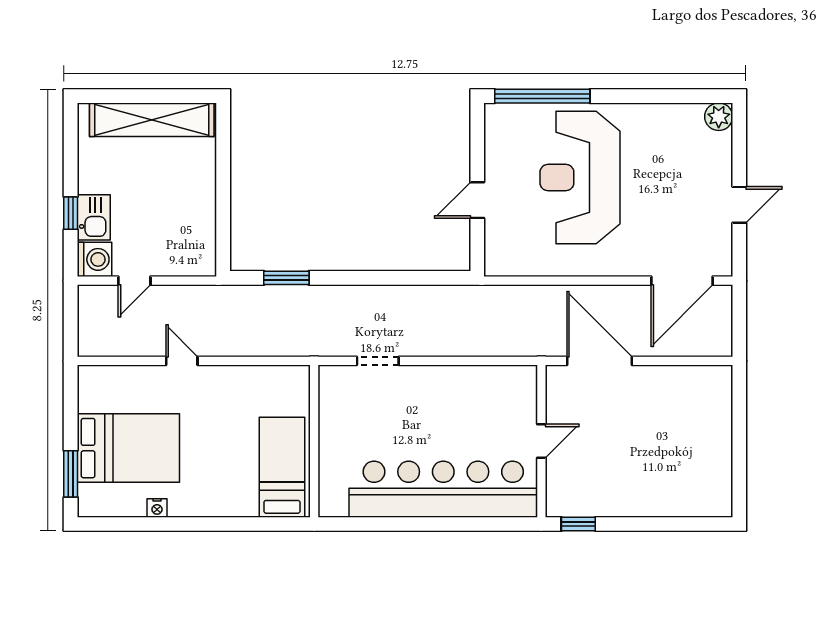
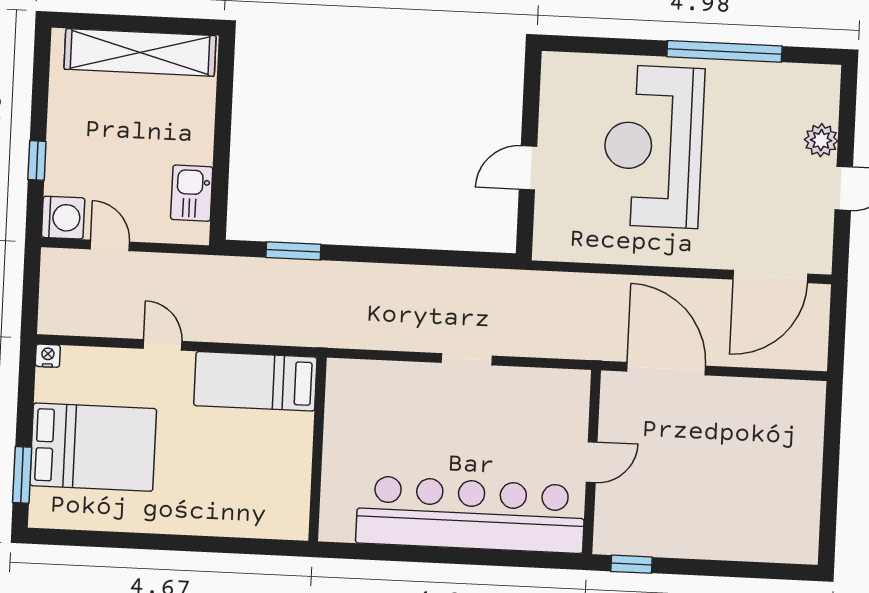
window: (542, 96) -> (724, 51), moved
plant: (719, 117) -> (821, 140), moved
kitchen sink: (94, 217) -> (192, 193), moved, turned 180
door: (134, 281) -> (110, 245), swing flipped
doorway: (378, 361) -> (467, 359), moved
bed: (282, 467) -> (255, 381), moved, turned -90
nightstand: (157, 508) -> (48, 356), moved, turned 180

